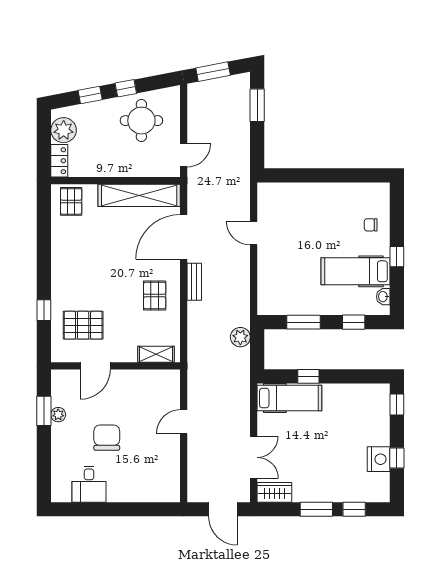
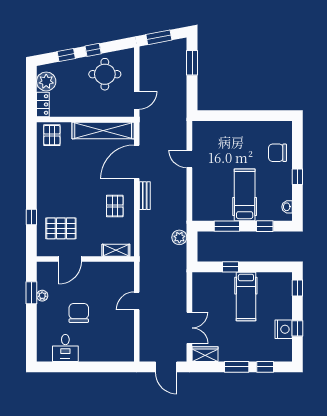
chair: (371, 225) -> (278, 153), width x1.87, depth x1.87
hospital bed: (356, 271) -> (245, 195), moved, turned 90
hospital bed: (289, 398) -> (246, 297), moved, turned 90

